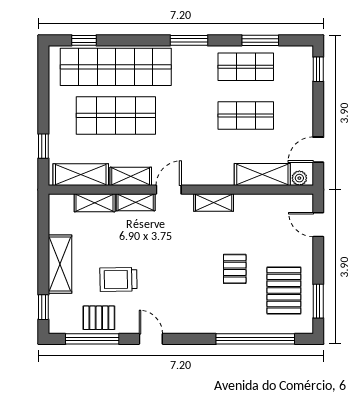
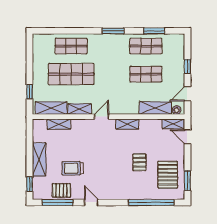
window: (84, 40) -> (53, 31), removed
shop shelf: (116, 67) -> (71, 46), width x0.50, depth x0.74
window: (318, 69) -> (187, 66), moved
shelving: (136, 202) -> (173, 124), moved

